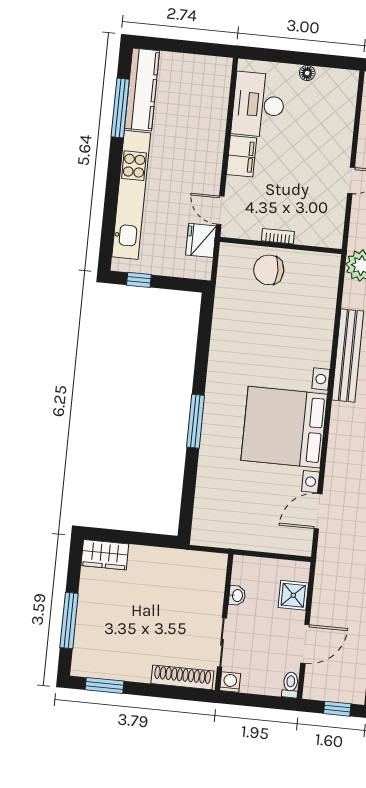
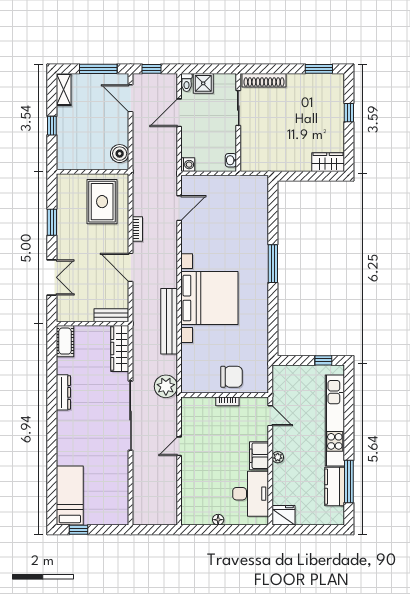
kitchen counter: (142, 90) -> (335, 487), width x0.67
plant: (216, 152) -> (278, 457), added
fridge: (201, 240) -> (283, 515), moved, turned -90
bed with nightstands: (284, 427) -> (209, 298), moved
washbasin: (237, 595) -> (231, 160), moved
shower: (293, 595) -> (203, 83), moved
window: (69, 620) -> (349, 113), width x0.46
washing machine: (230, 682) -> (188, 165), moved, turned -90

